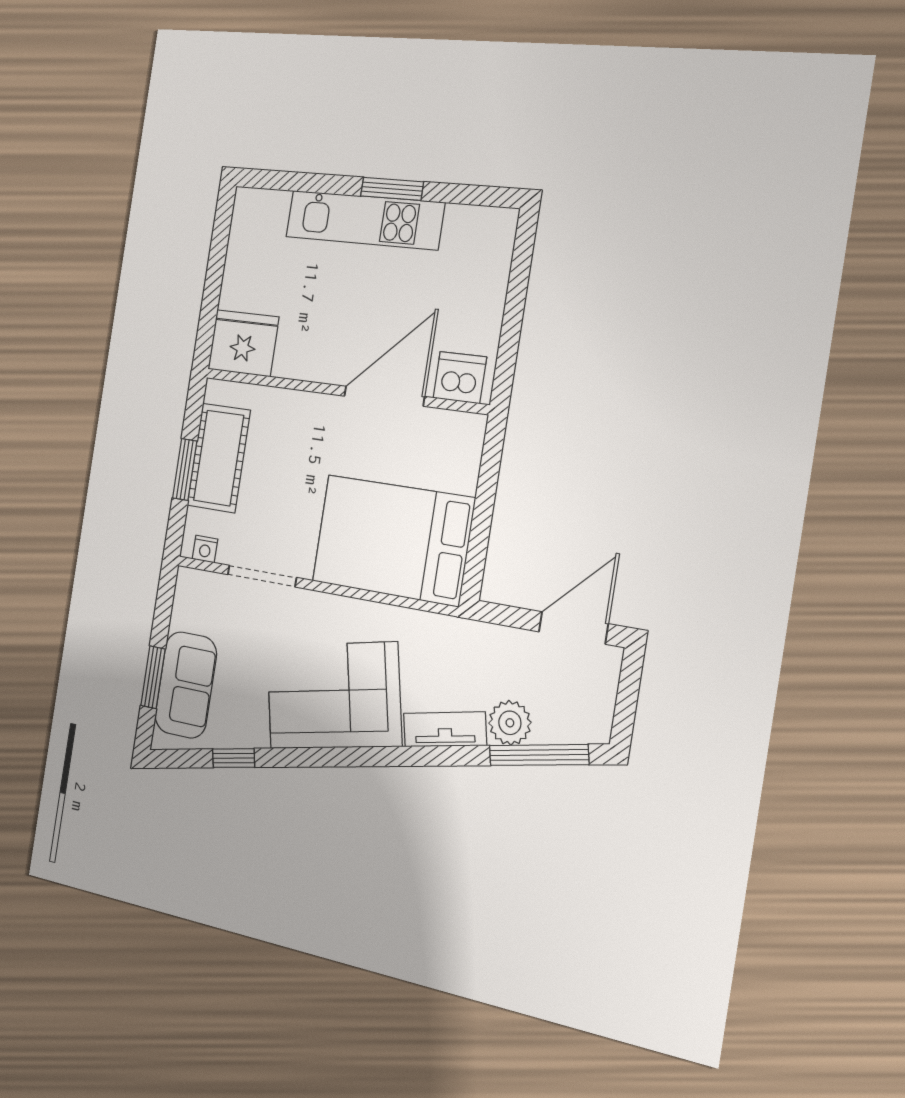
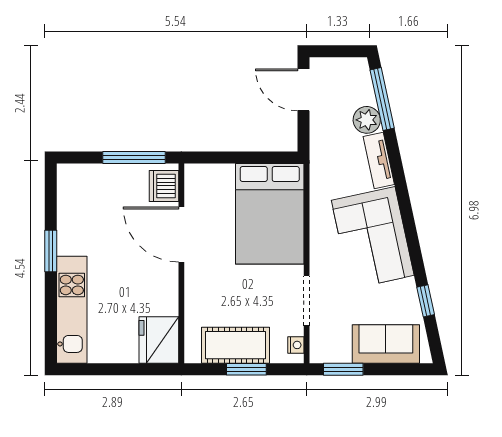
kitchen unit: (364, 220) -> (72, 310), moved
window: (510, 334) -> (134, 158), added
window: (153, 677) -> (343, 369), moved

